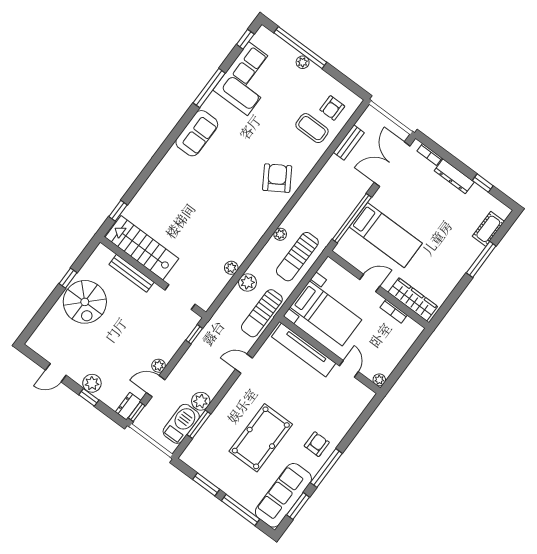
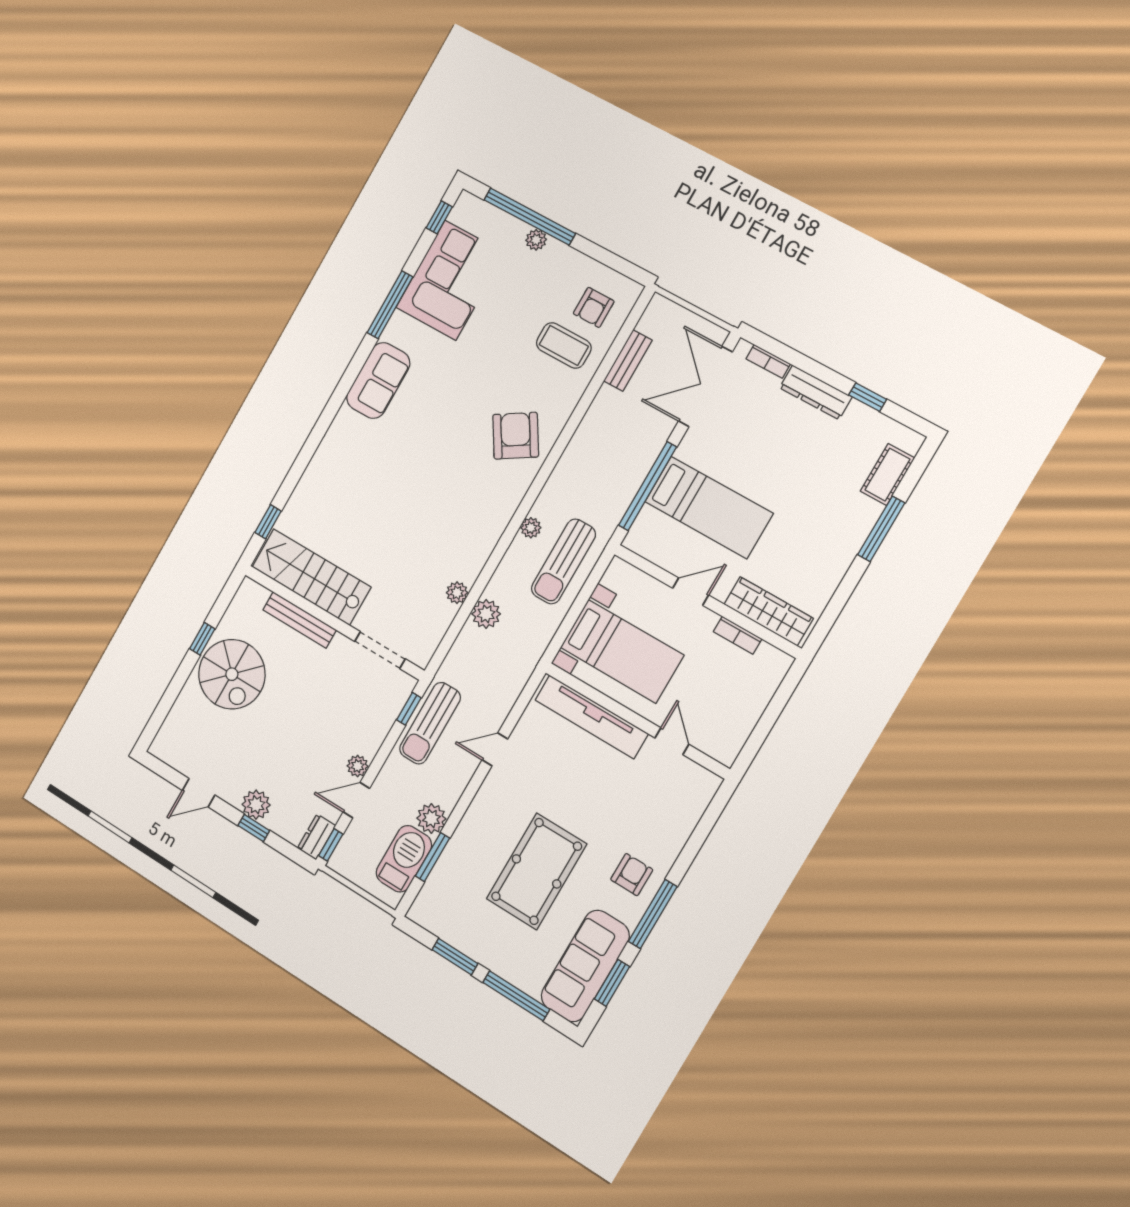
sun lounger: (262, 313) -> (430, 723), moved
plant: (379, 380) -> (726, 755), removed

